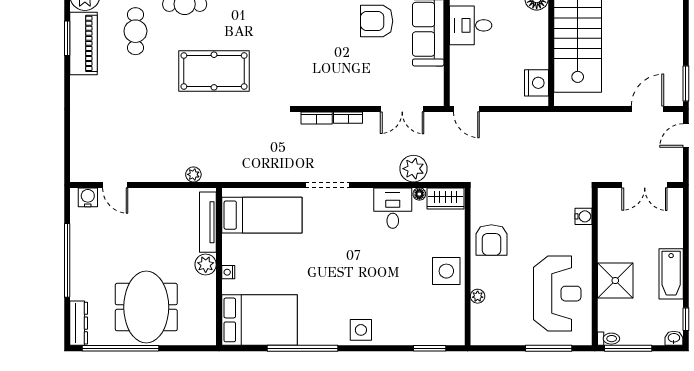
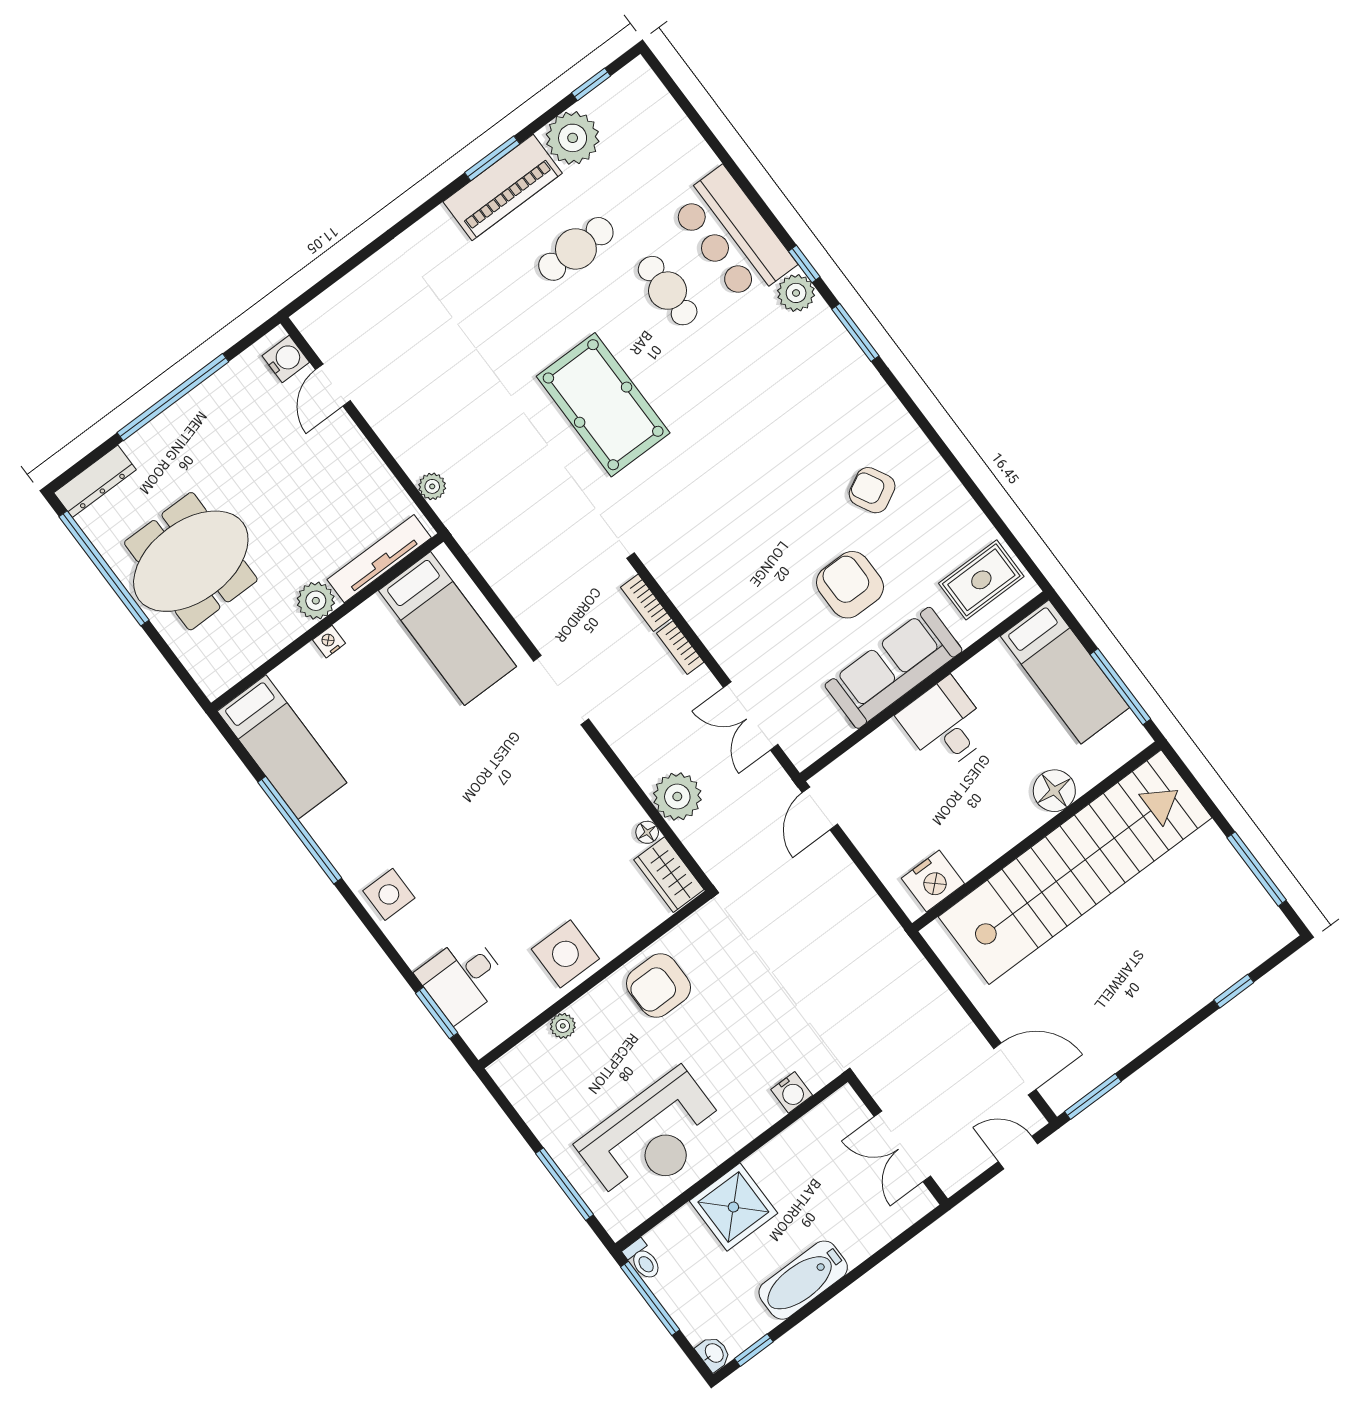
desk: (393, 208) -> (462, 978), moved, turned 180
bed: (259, 320) -> (282, 747), width x0.67

